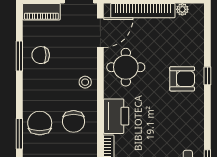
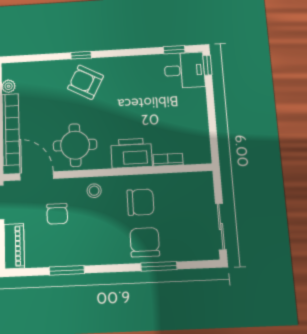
chair: (41, 55) -> (57, 214), moved
armchair: (182, 79) -> (86, 82), turned -62
chair: (40, 123) -> (145, 242), turned 90

